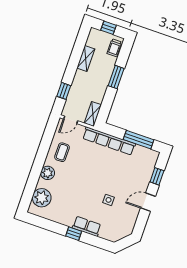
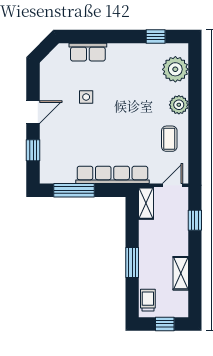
row of seats: (87, 226) -> (88, 52), moved
window: (74, 234) -> (156, 37), moved

